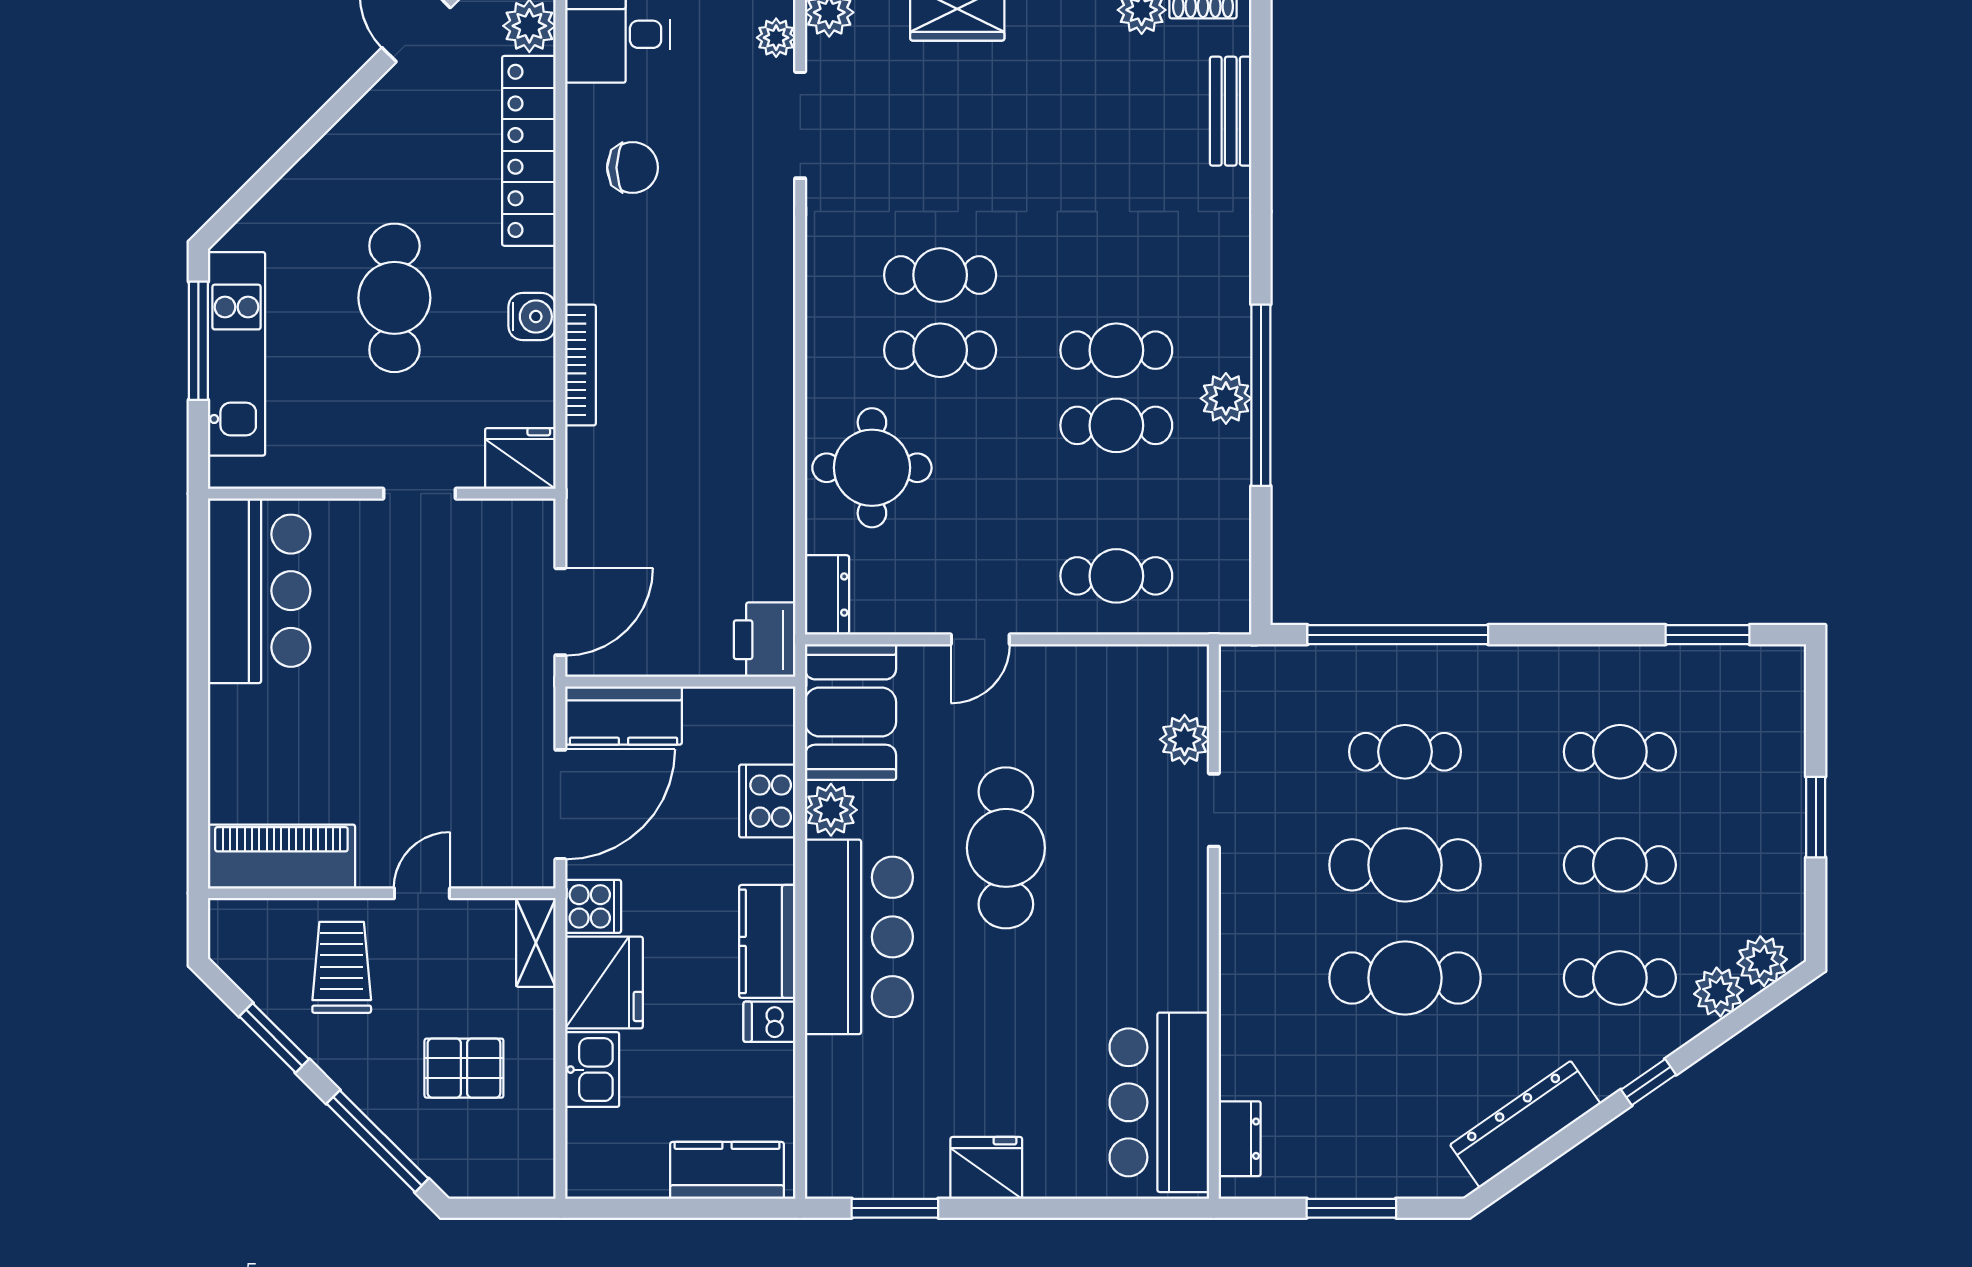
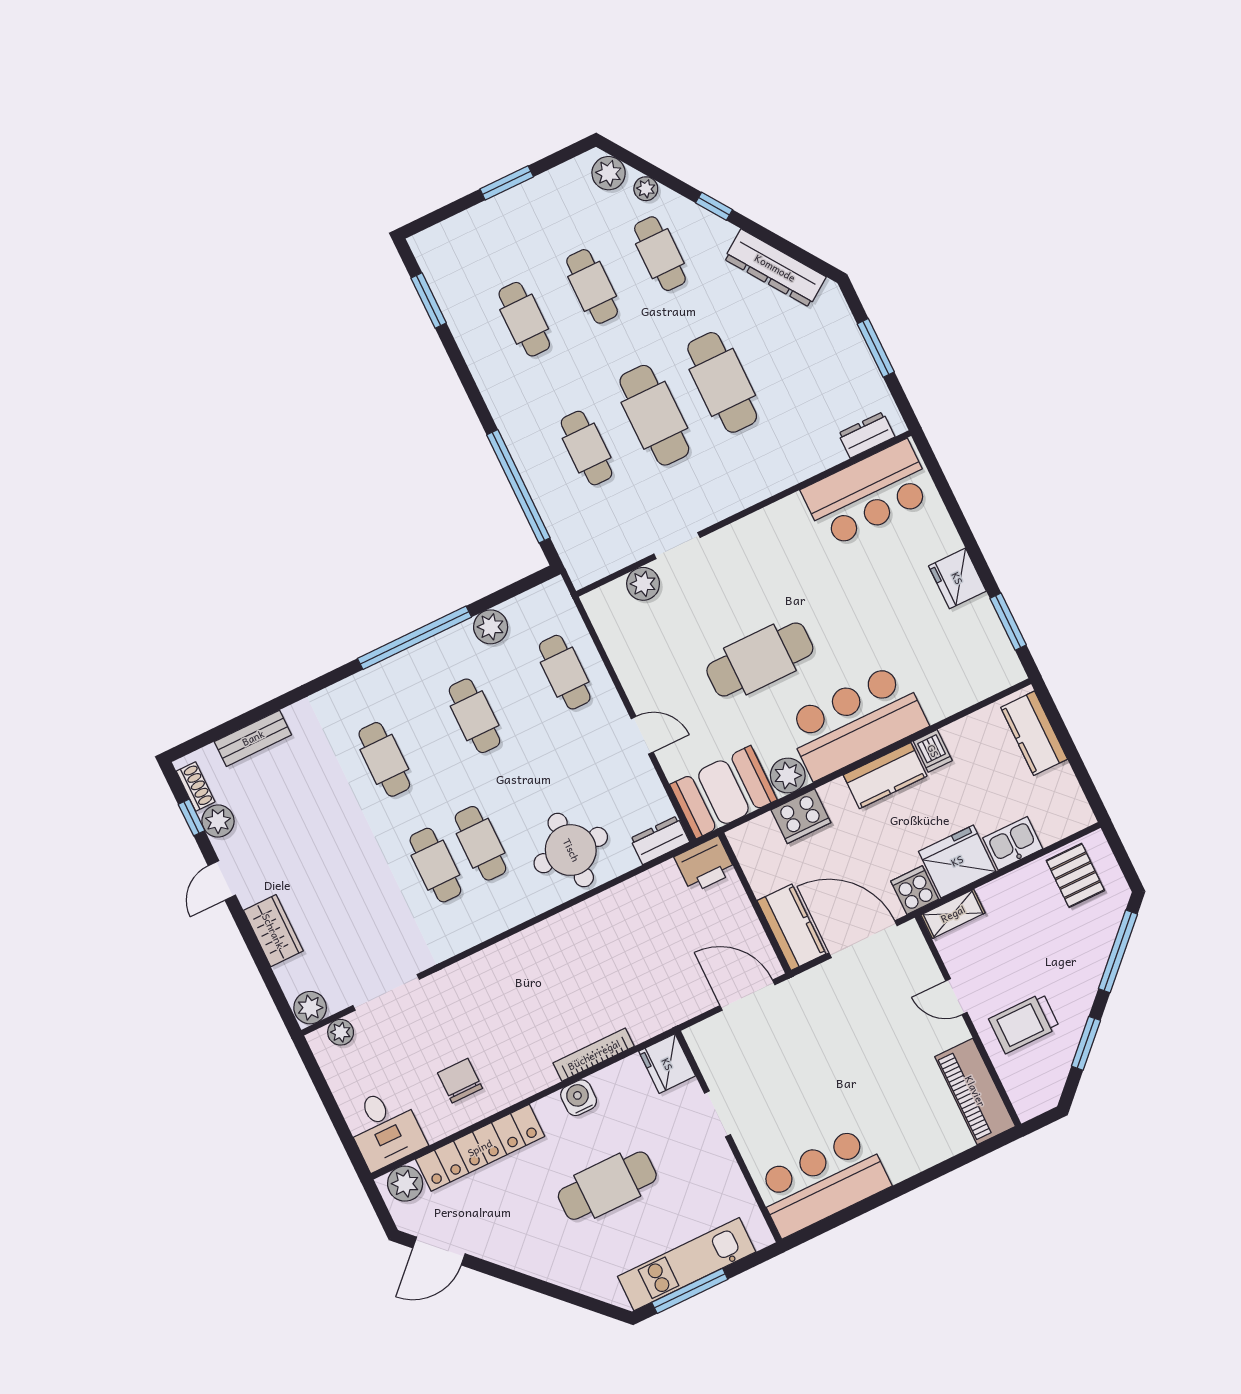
cafe table: (1116, 350) -> (384, 759), moved
plant: (1226, 398) -> (491, 627), moved
plant: (1719, 992) -> (646, 189), width x0.73, depth x0.73
pallet: (464, 1068) -> (1075, 875), moved

